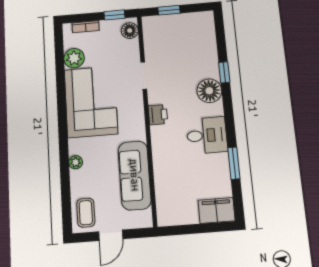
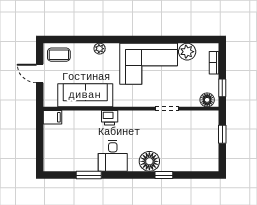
printer: (158, 115) -> (110, 118), moved
filing cabinet: (217, 211) -> (53, 117), moved, width x0.50

